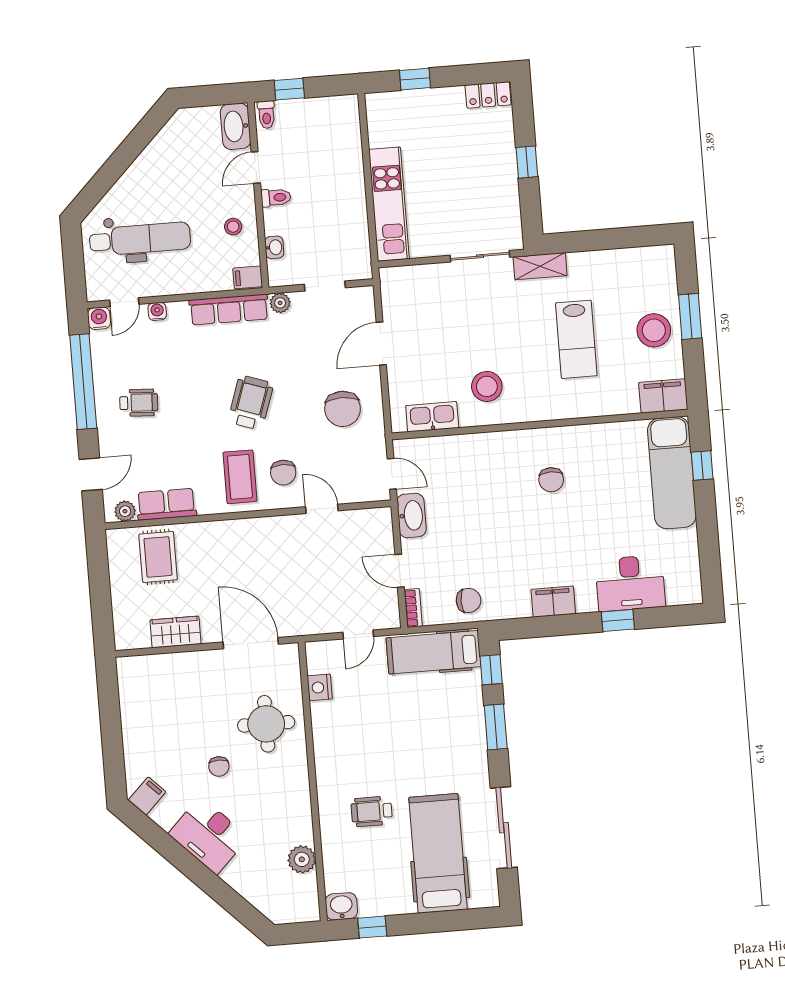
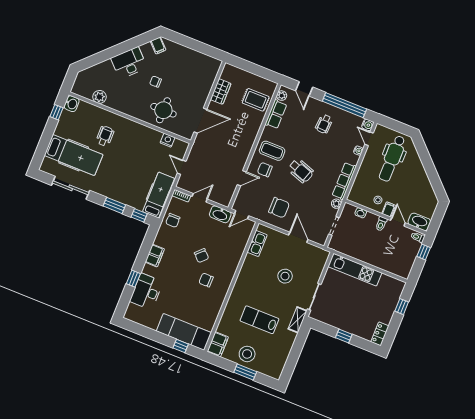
filing cabinet: (248, 277) -> (389, 209), moved
stool: (487, 386) -> (285, 276), moved
chair: (343, 409) -> (279, 208), turned 180
chair: (509, 512) -> (202, 256), added

